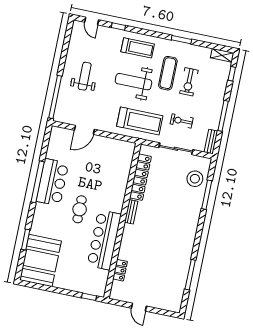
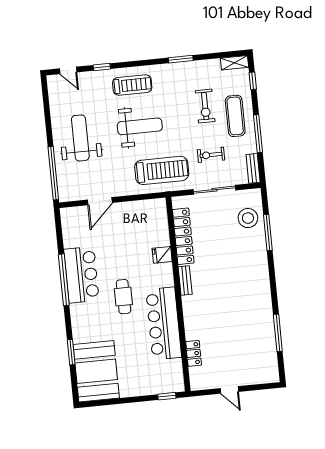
exercise mat: (168, 73) -> (235, 116), moved
weight bench: (85, 76) -> (80, 138), width x1.36, depth x1.33
weight bench: (133, 82) -> (140, 126), turned 180
fridge: (120, 186) -> (162, 255), added

